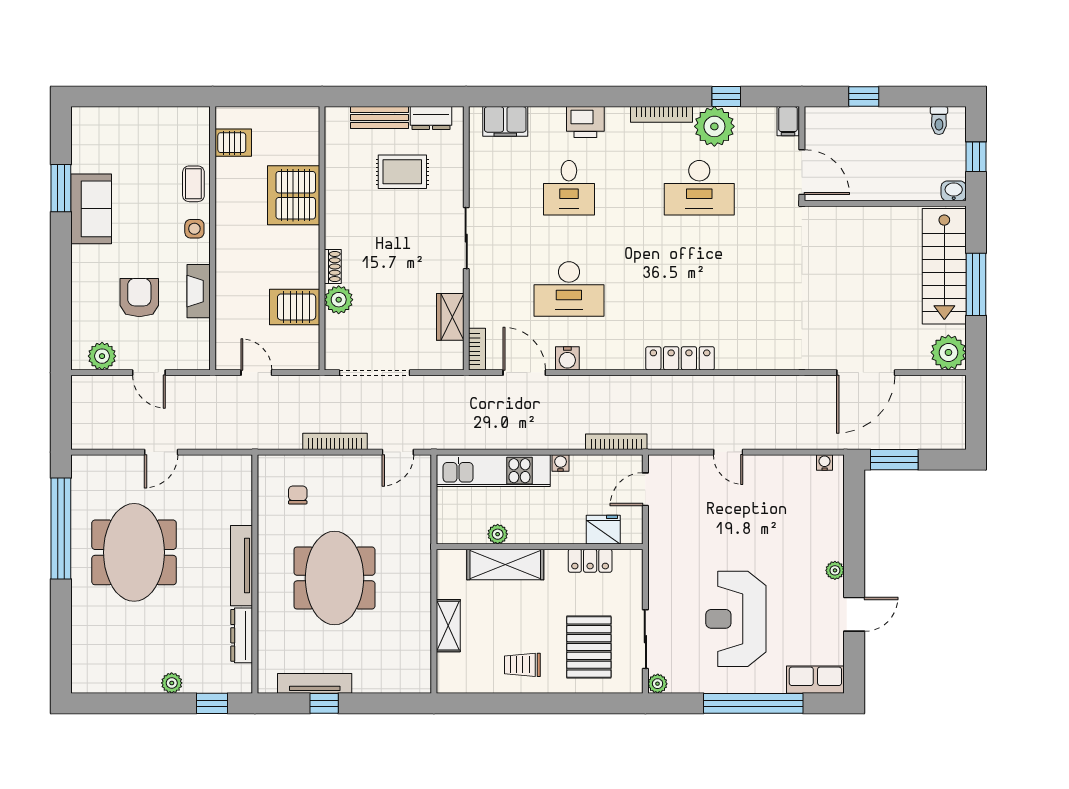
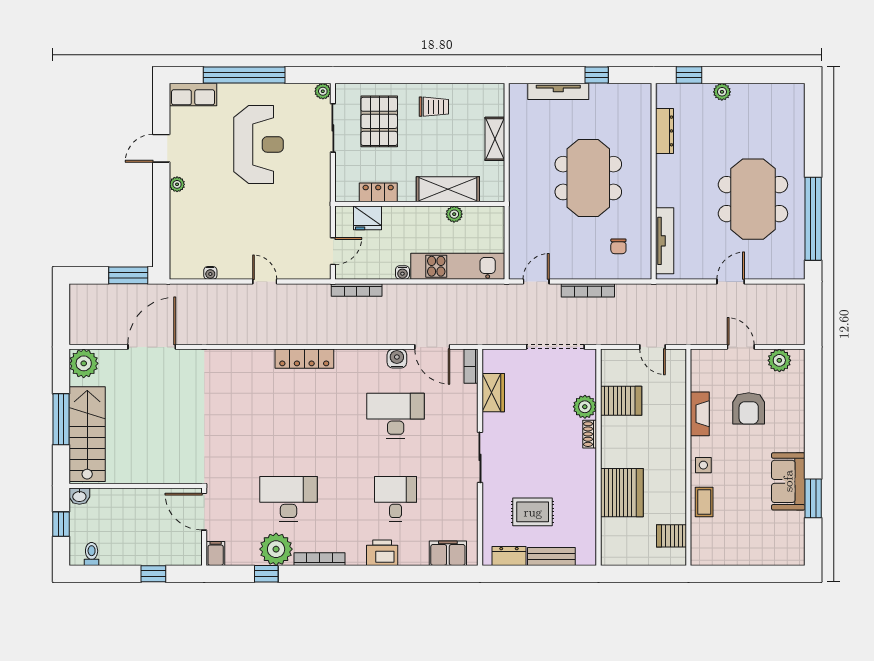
water cooler: (825, 463) -> (210, 273), moved
tv unit: (241, 566) -> (665, 241), moved
tv unit: (315, 683) -> (558, 91), moved

